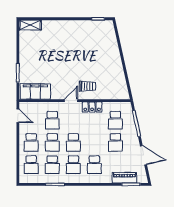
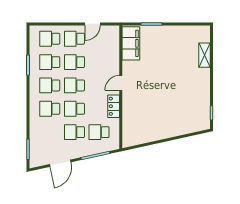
shelving: (30, 25) -> (205, 55), moved
trolley: (87, 86) -> (137, 101), removed
door: (71, 101) -> (121, 83), swing flipped
door: (18, 116) -> (92, 24), moved
school desk: (52, 120) -> (74, 109), moved
piano: (124, 178) -> (35, 142), removed

